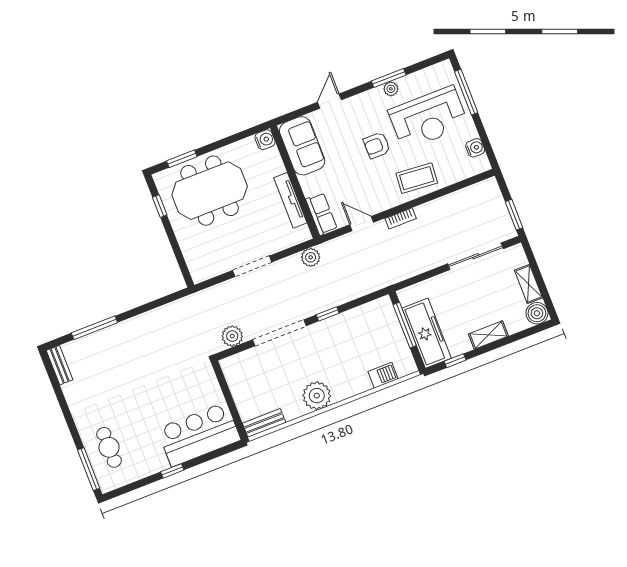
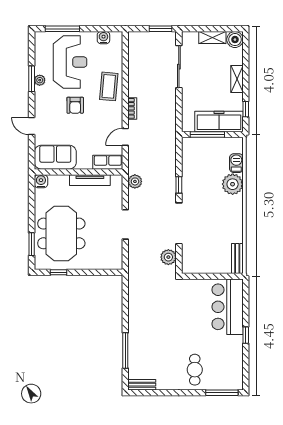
plant: (317, 396) -> (233, 184), moved
cafe table: (109, 447) -> (195, 370), moved, turned 90

